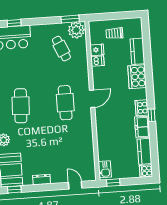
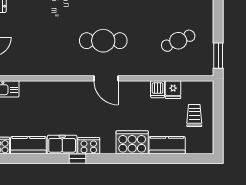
plant: (76, 30) -> (202, 63), removed

